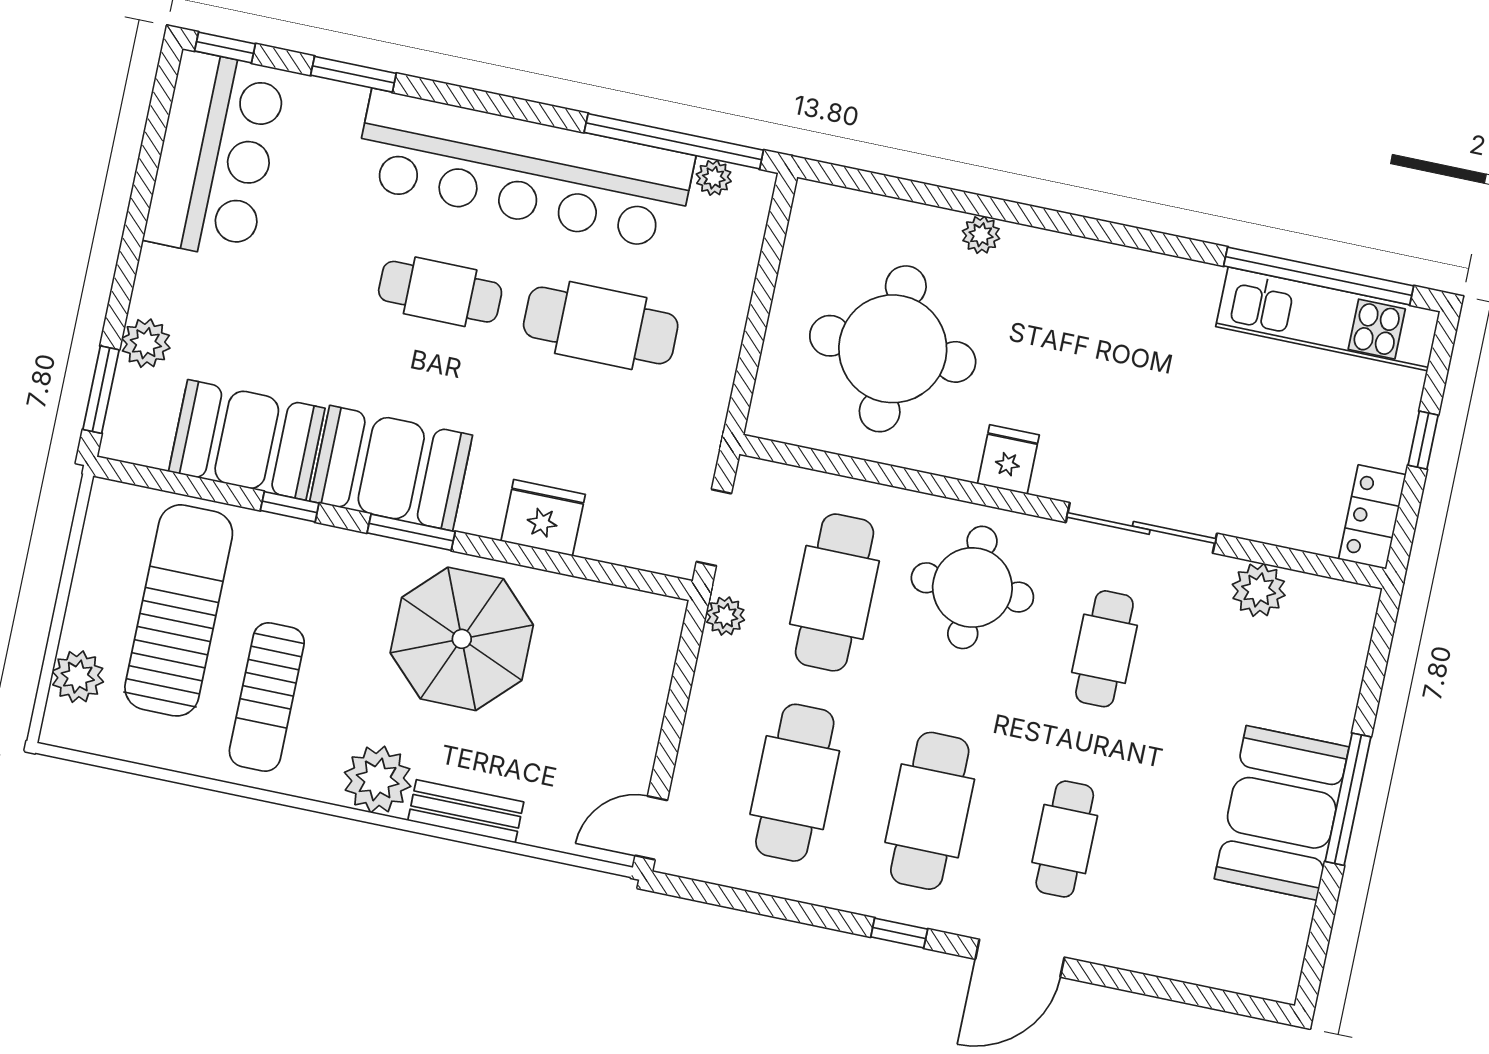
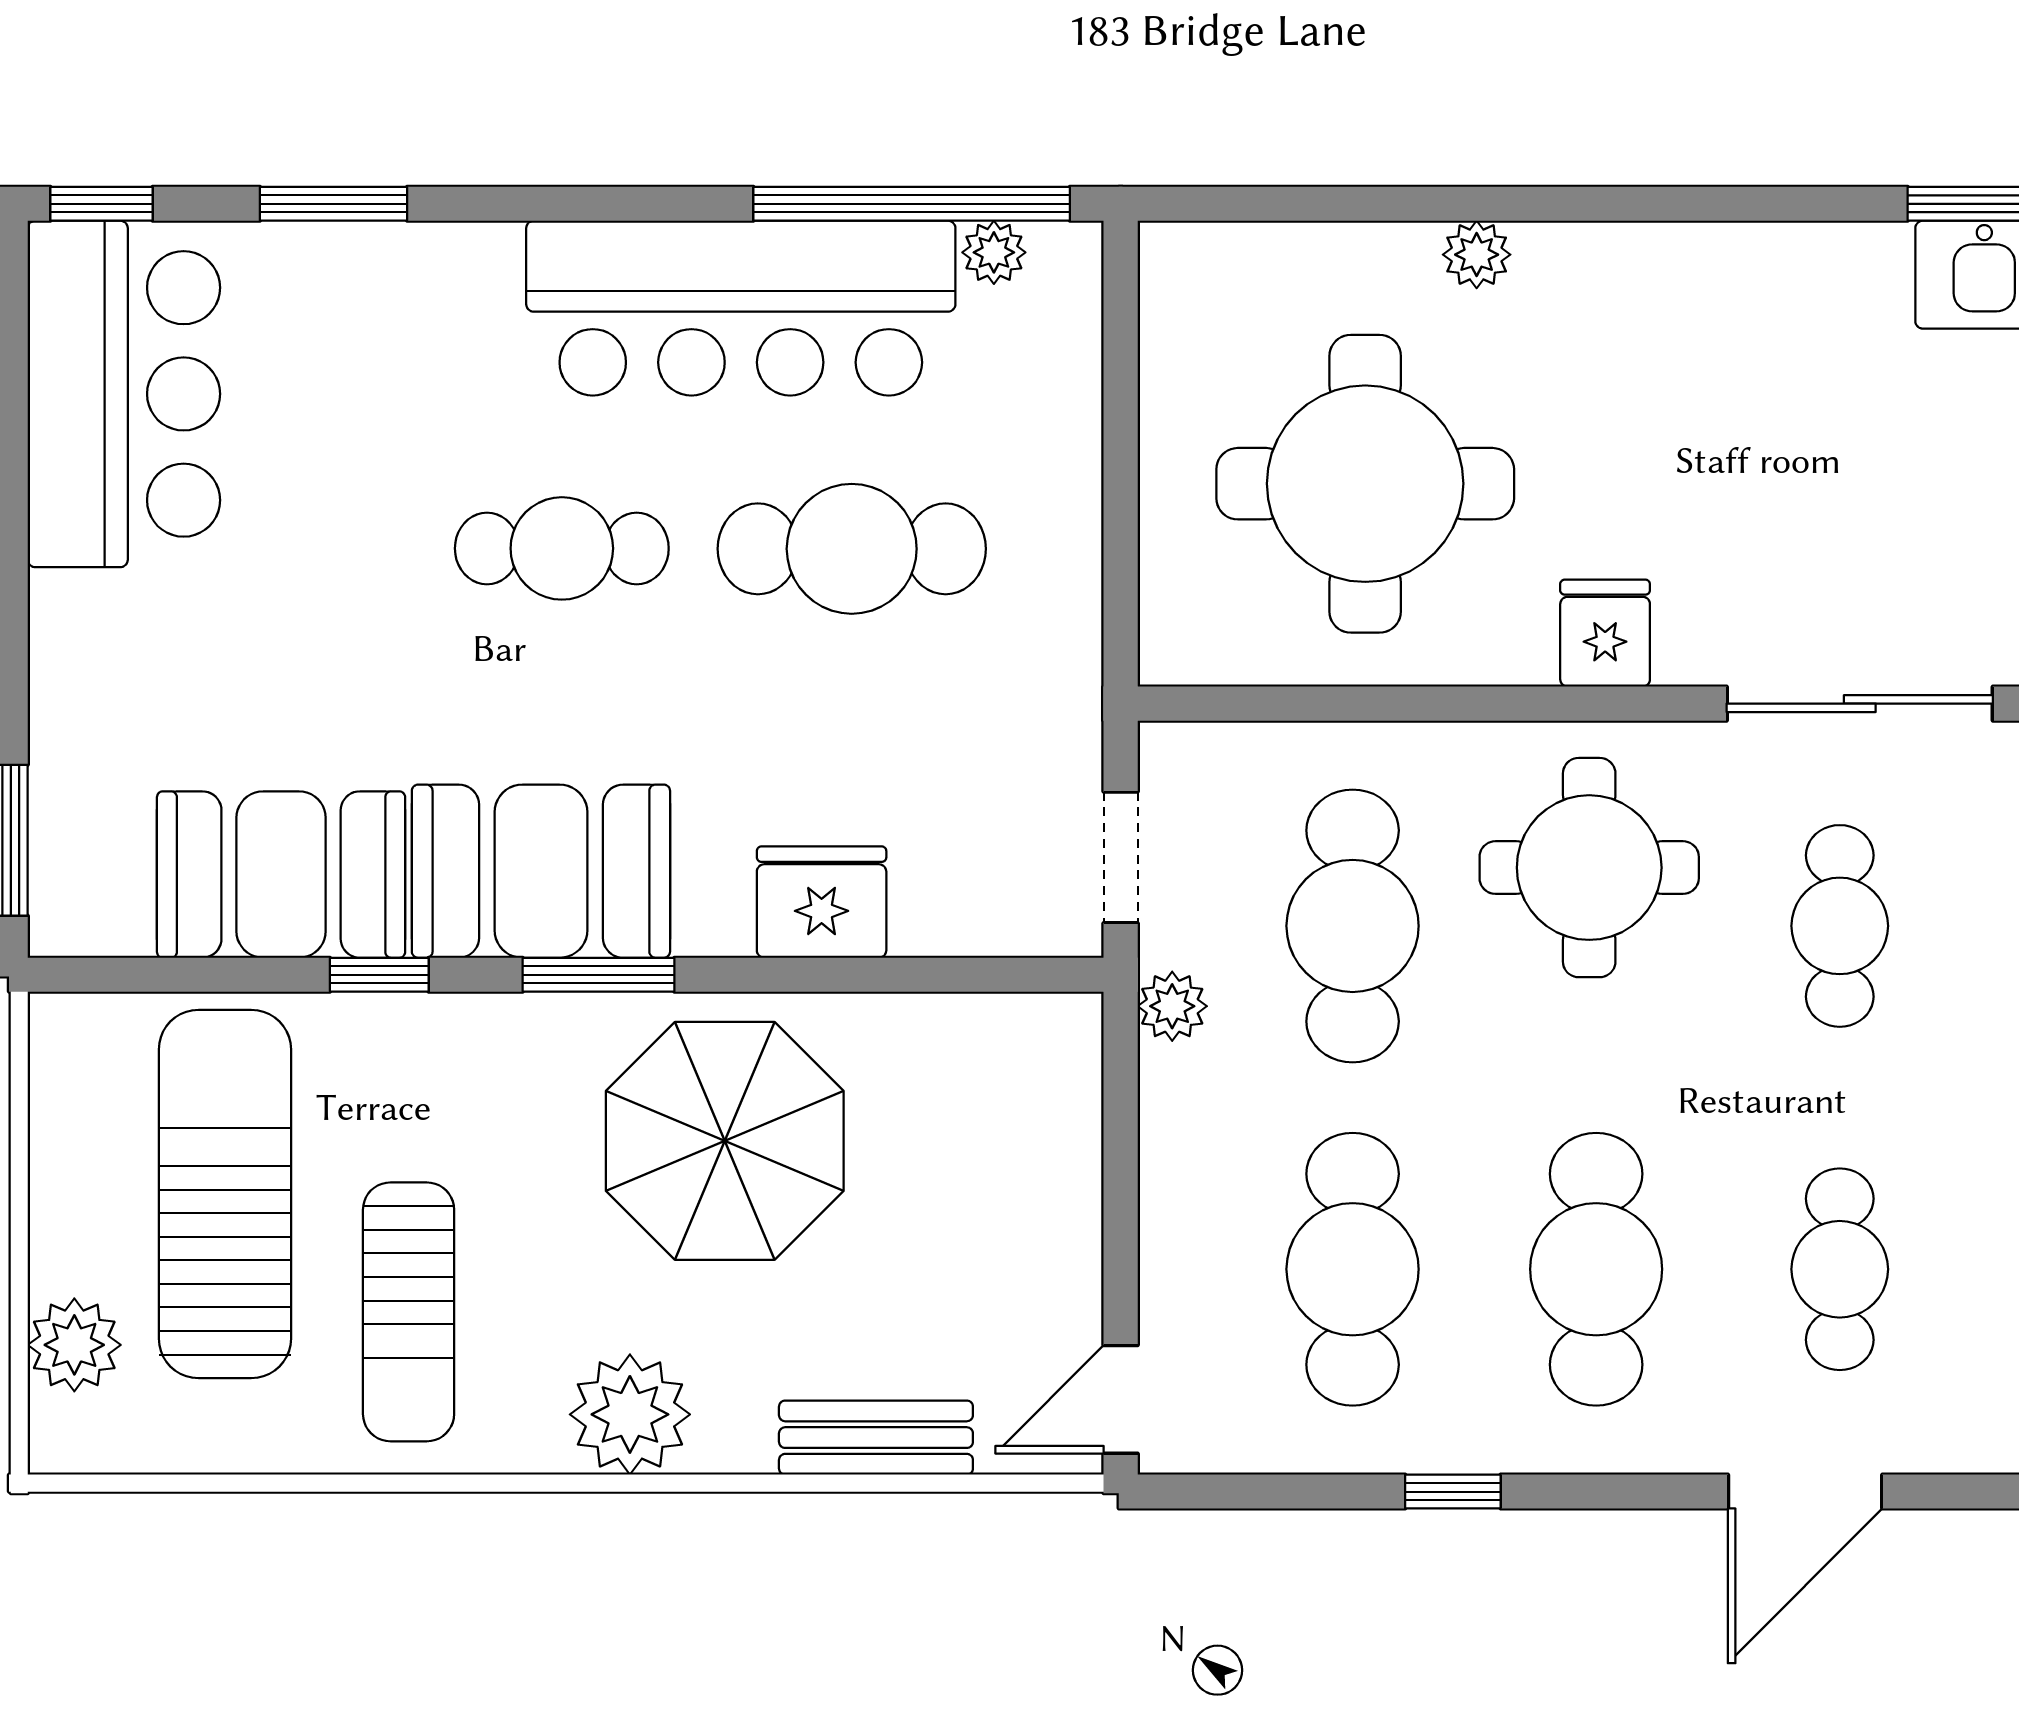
bar counter: (524, 170) -> (741, 308), width x0.73
plant: (146, 343) -> (72, 744), removed
bench: (466, 811) -> (876, 1438), moved
window: (899, 933) -> (1453, 1492), moved

